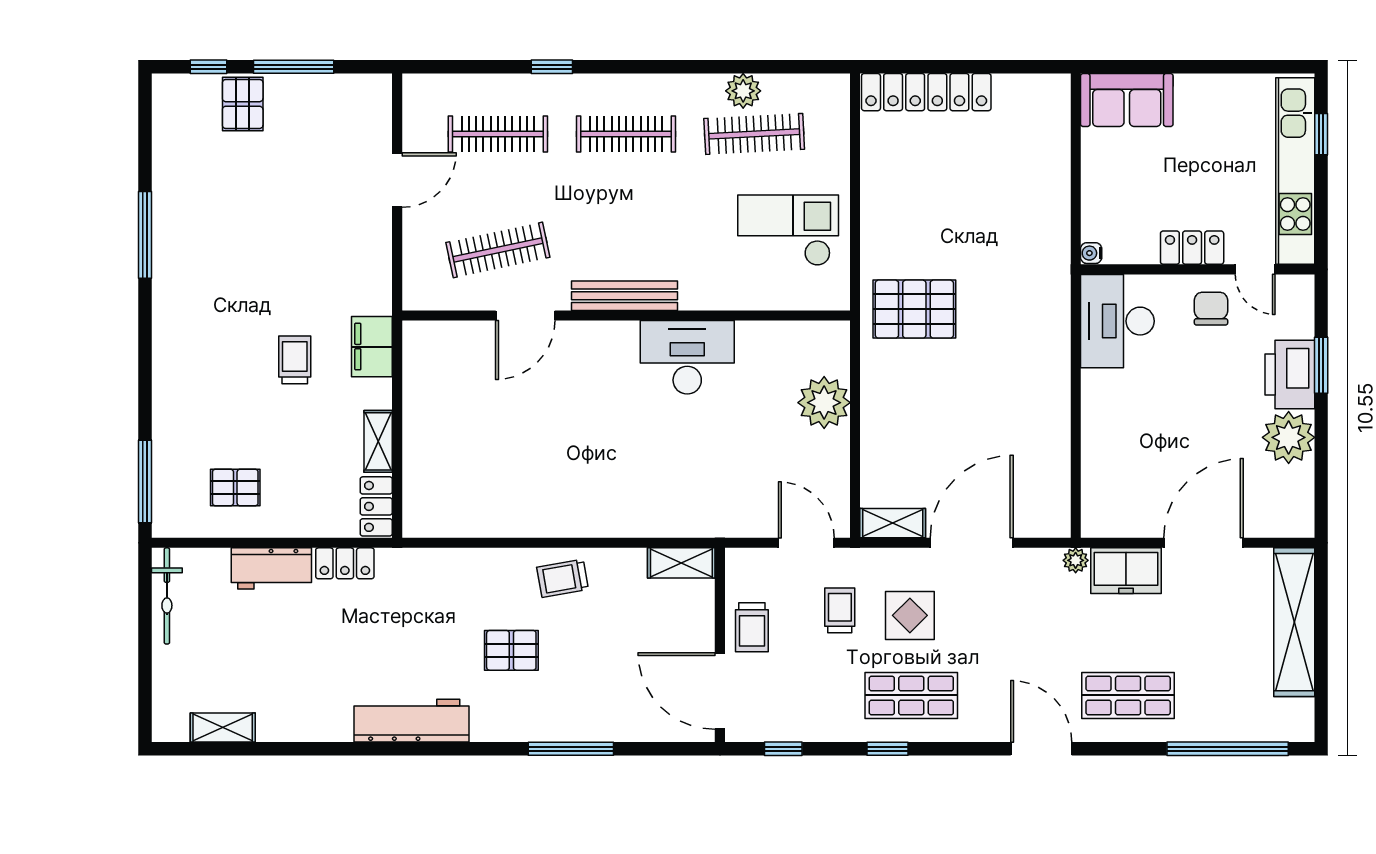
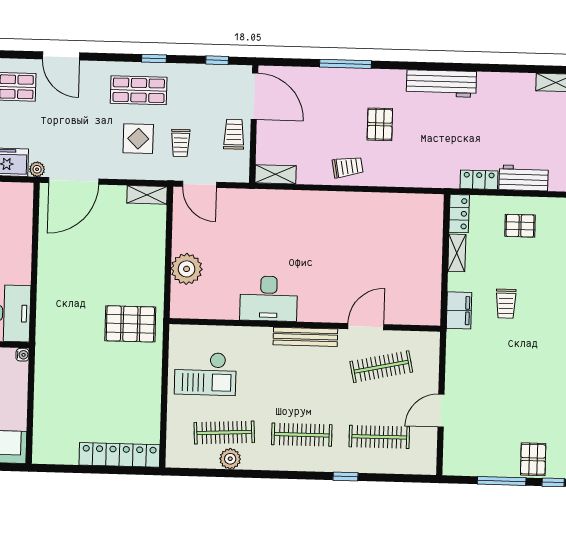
pallet: (235, 488) -> (520, 226), moved
door: (972, 543) -> (74, 181), moved
pallet: (511, 650) -> (380, 124), turned 90

